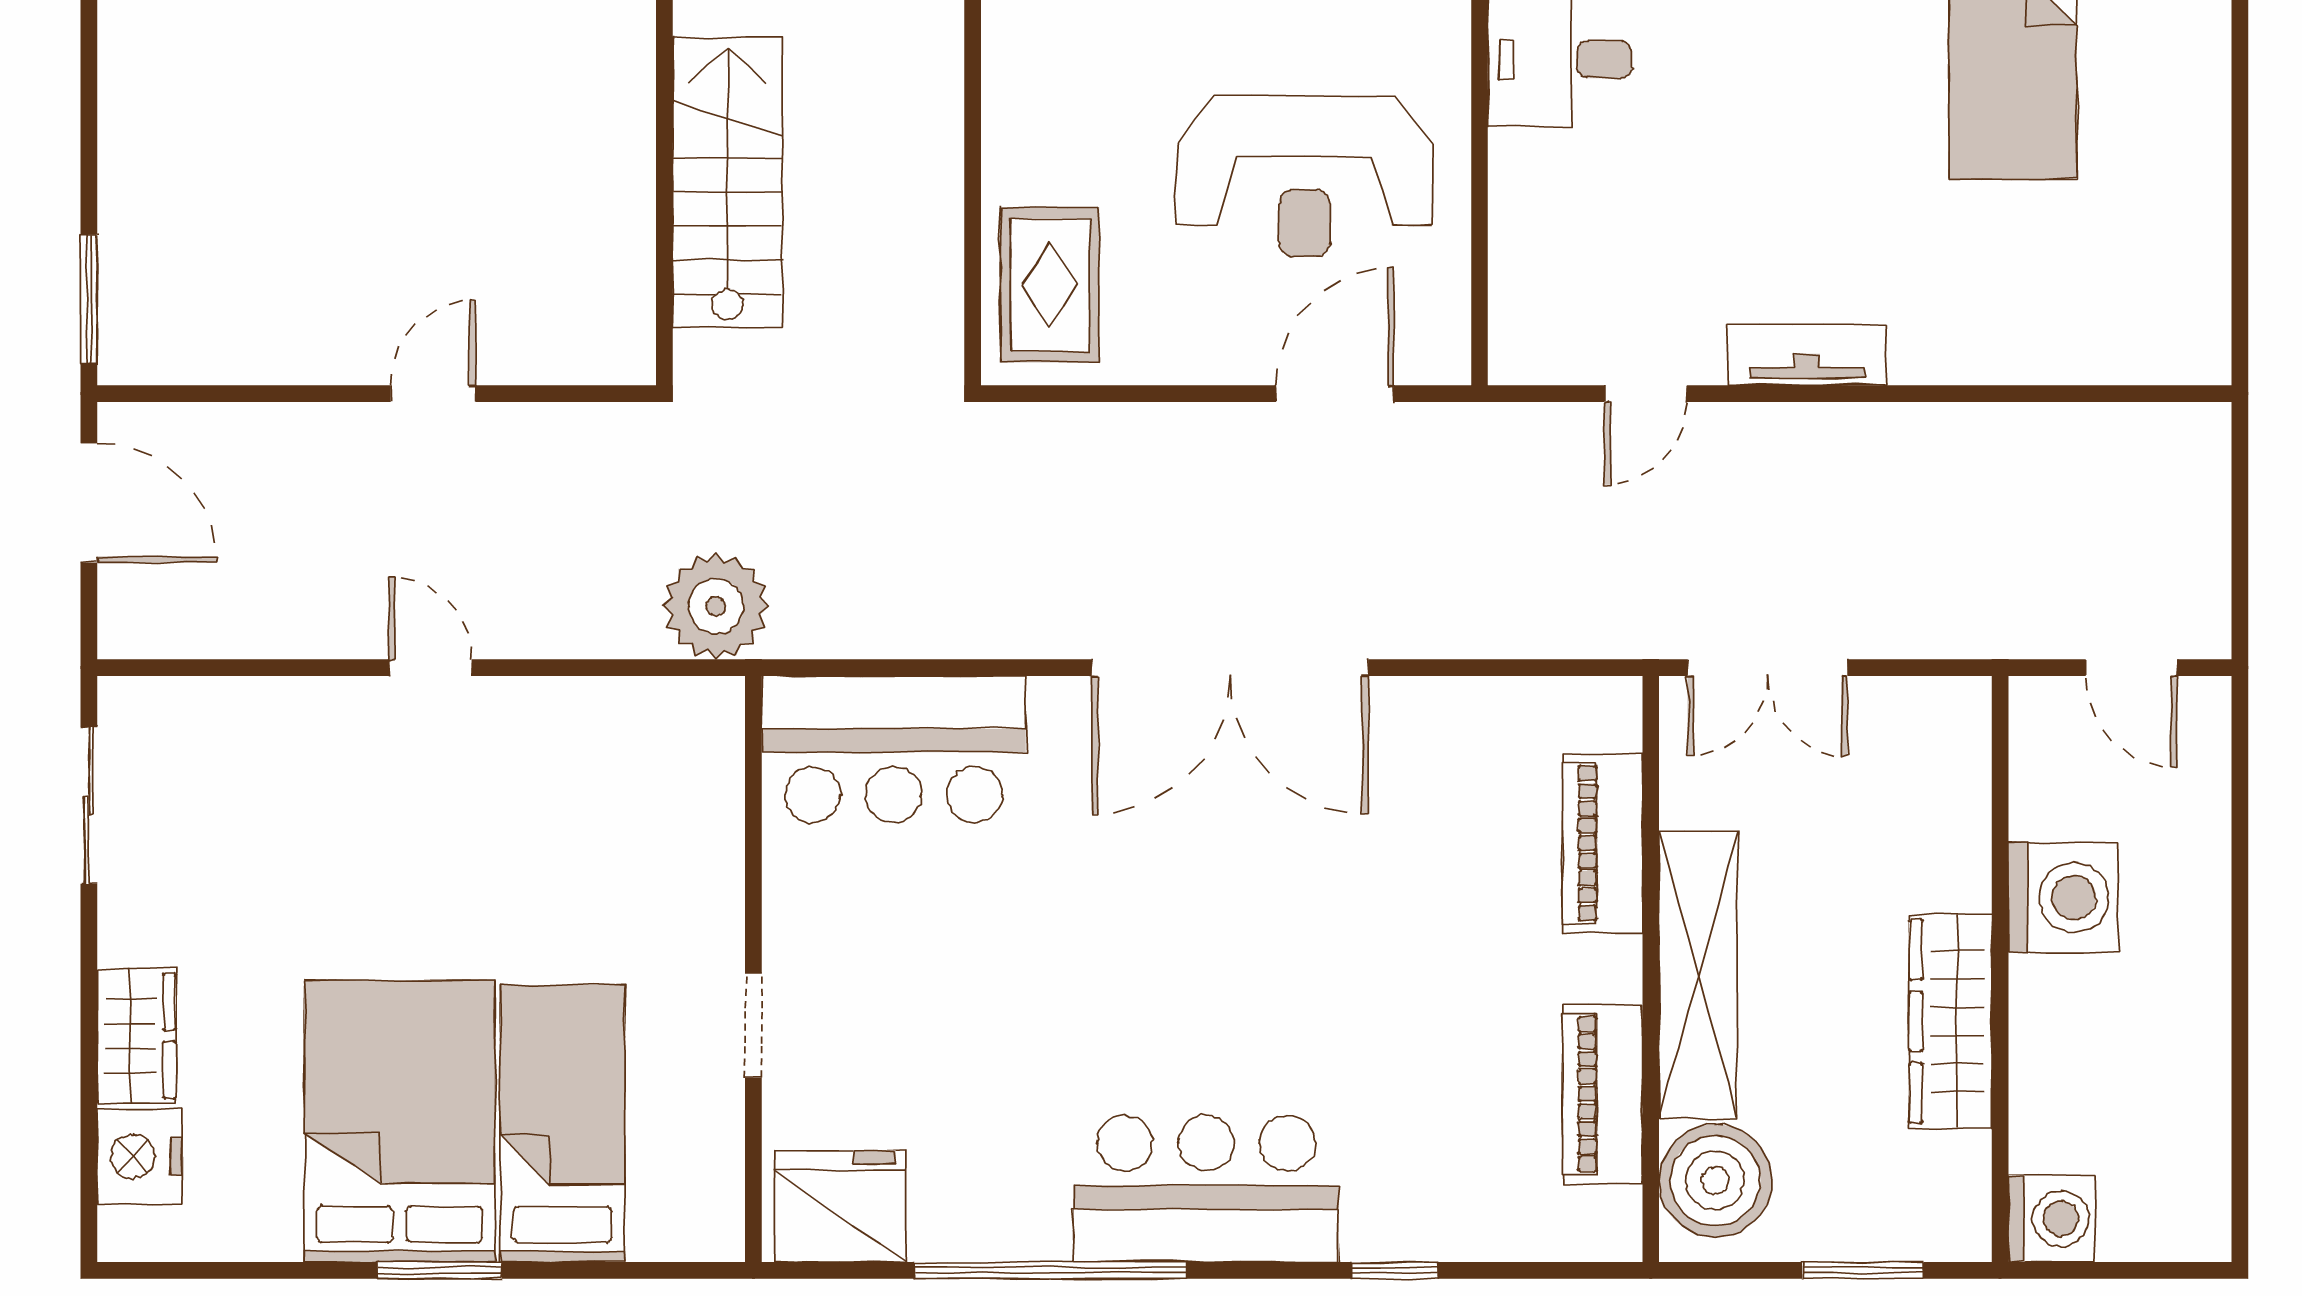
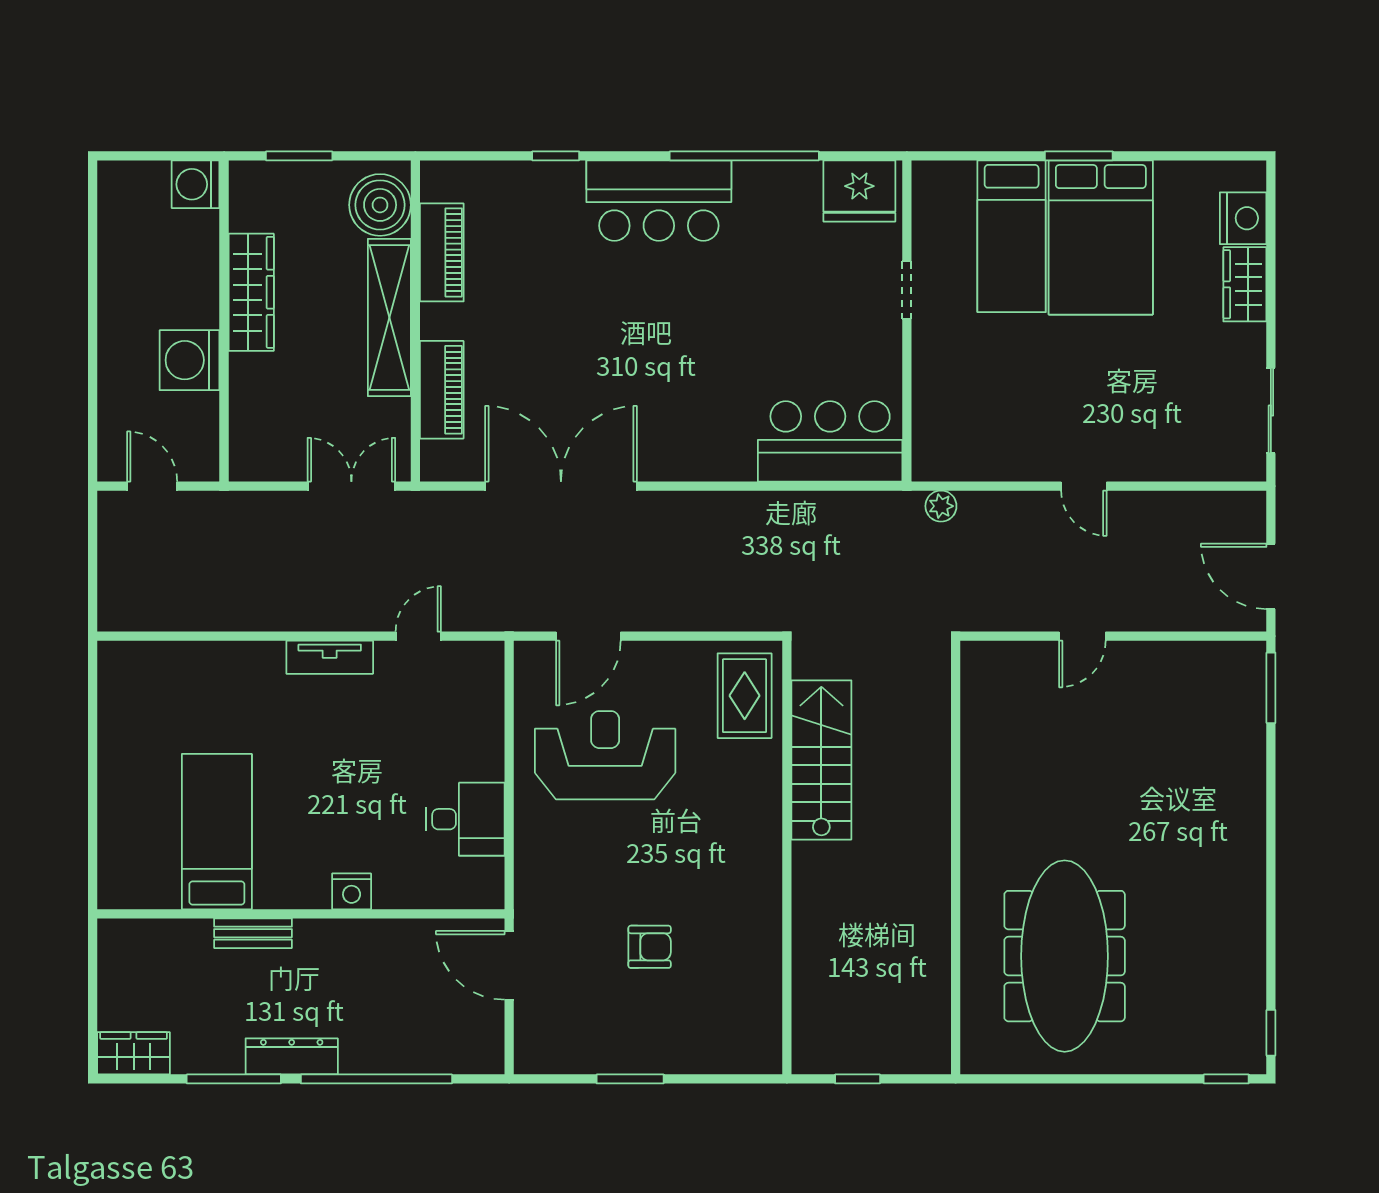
stairs: (727, 182) -> (821, 760), moved, turned 180
plant: (716, 606) -> (941, 506), width x0.53, depth x0.53
double door: (1230, 668) -> (561, 486), moved

